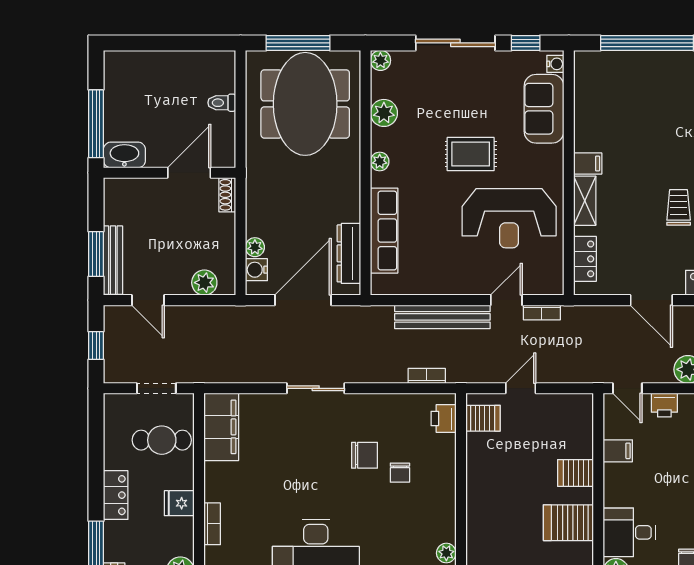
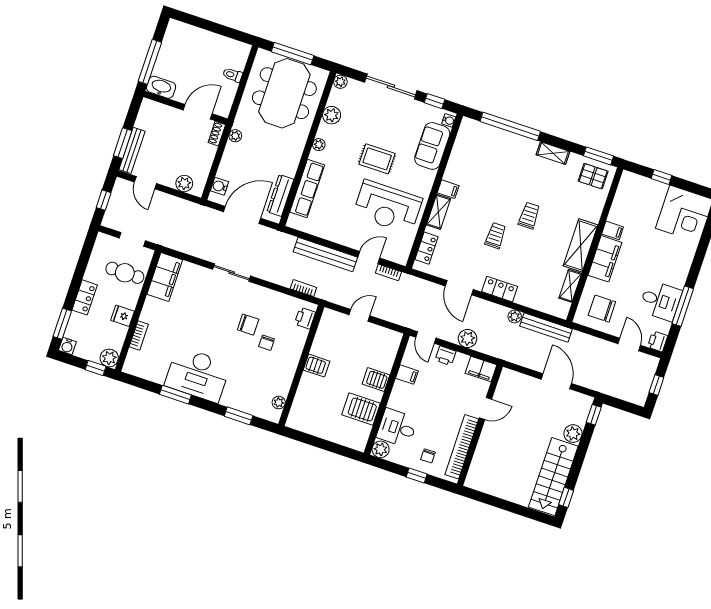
plant: (255, 247) -> (235, 136), moved
server rack: (483, 418) -> (317, 366), moved

